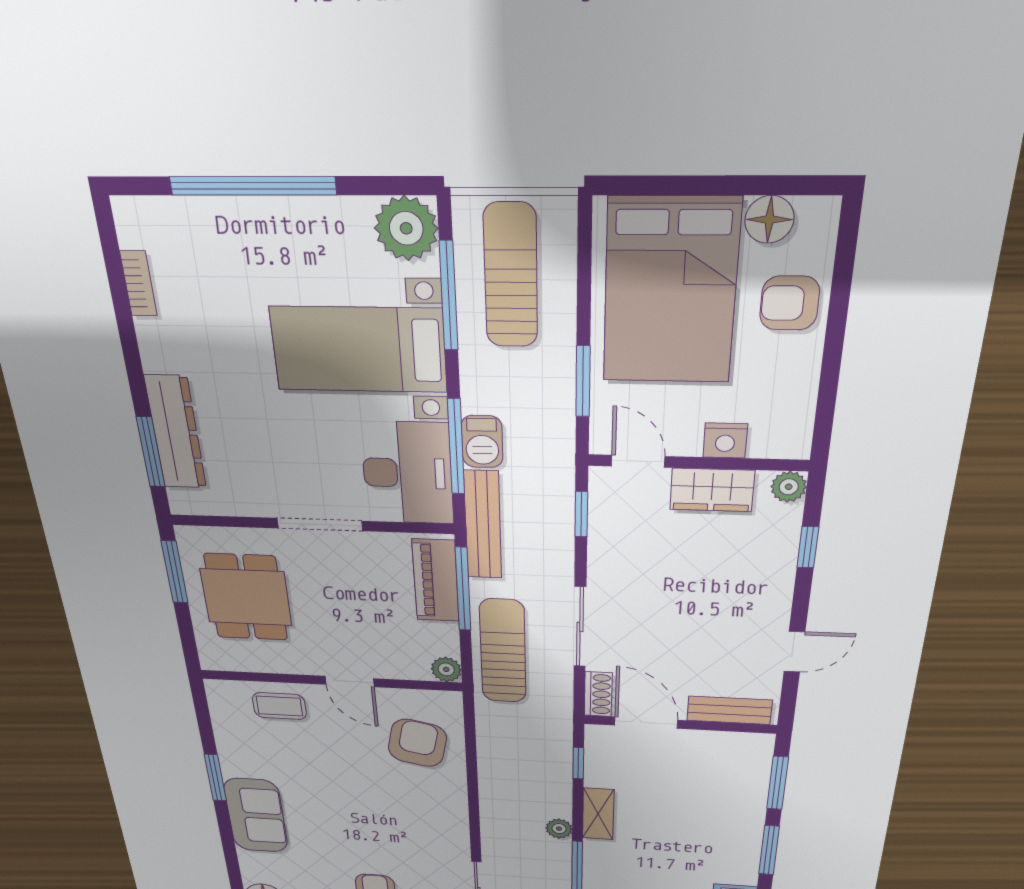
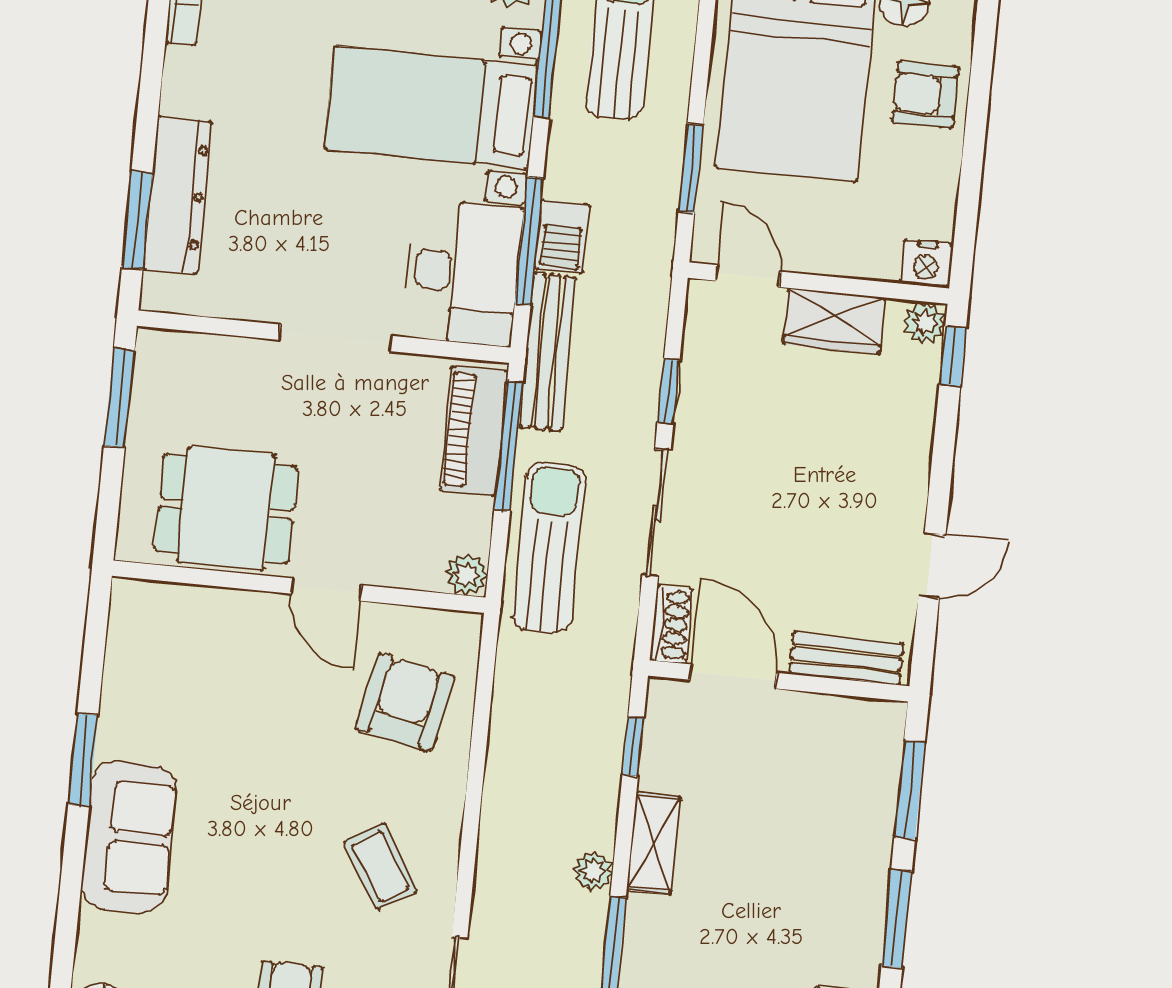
nightstand: (725, 441) -> (926, 264), moved
window: (581, 514) -> (669, 391), moved
window: (808, 547) -> (953, 356), moved
dining table: (246, 597) -> (226, 509), moved, turned 90
coffee table: (279, 706) -> (381, 866), moved, turned 58

